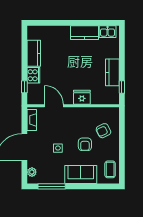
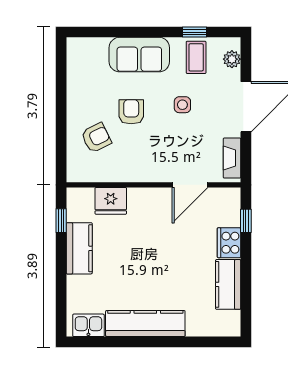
kitchen counter: (84, 33) -> (145, 323), width x1.50
fridge: (82, 97) -> (111, 201), moved
door: (54, 106) -> (190, 185), hinge flipped
coffee table: (110, 169) -> (196, 57), moved
window: (52, 186) -> (194, 32), width x0.46

